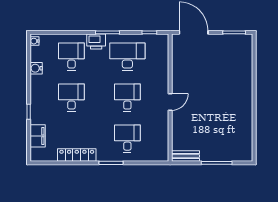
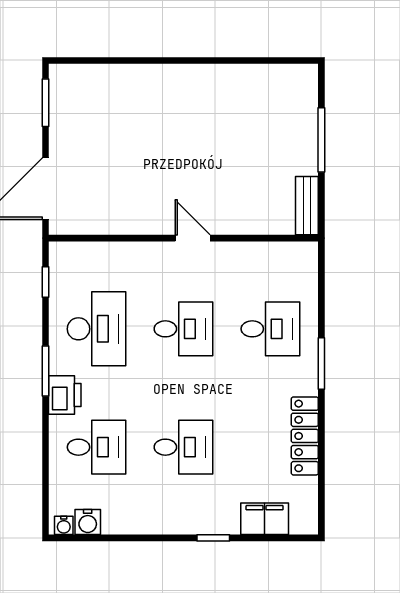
desk: (71, 57) -> (97, 447), turned 180
desk: (127, 57) -> (97, 329), turned 180
water cooler: (36, 68) -> (88, 522), moved
desk: (71, 98) -> (183, 447), turned 180
desk: (127, 98) -> (183, 329), turned 180
desk: (127, 139) -> (270, 329), turned 180

